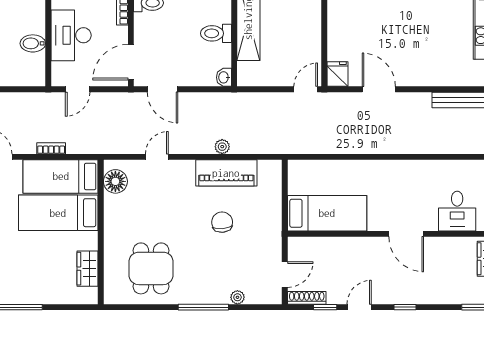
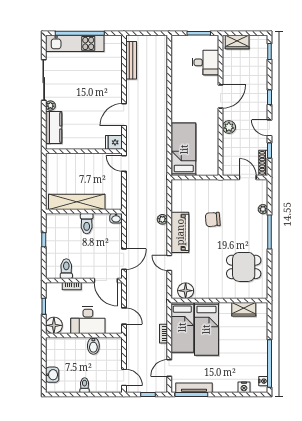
piano: (226, 173) -> (180, 232), moved
bed: (327, 213) -> (184, 149), moved
plant: (360, 246) -> (229, 127), added

